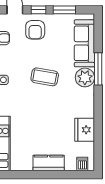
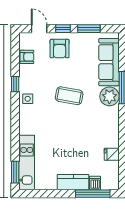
fridge: (85, 130) -> (112, 154), width x0.53, depth x0.75
dishwasher: (82, 164) -> (95, 183), moved
window: (68, 175) -> (93, 194), added

